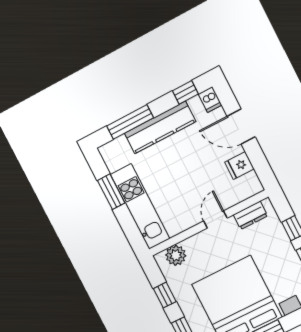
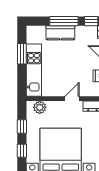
window: (130, 122) -> (64, 21), moved
kitchen counter: (160, 127) -> (60, 33), width x0.67

